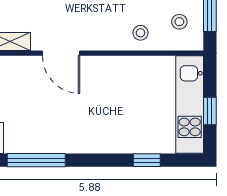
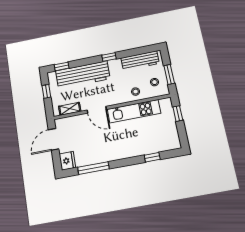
kitchen unit: (190, 105) -> (134, 111), moved, turned -90
window: (210, 111) -> (178, 113), moved

